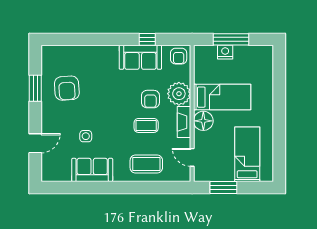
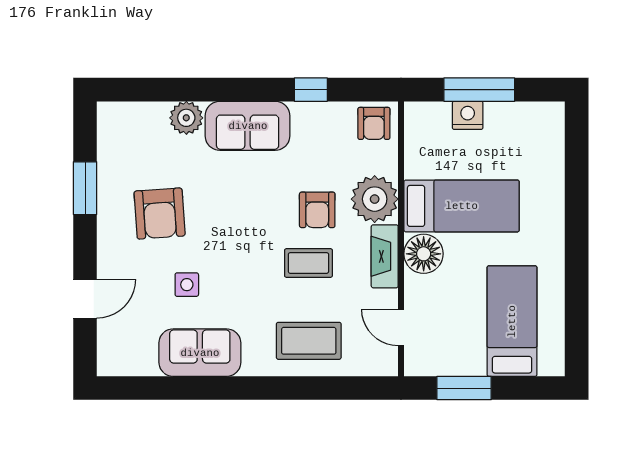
plant: (85, 53) -> (186, 118), added
sofa: (140, 57) -> (248, 126), moved
armchair: (67, 88) -> (160, 213), moved

